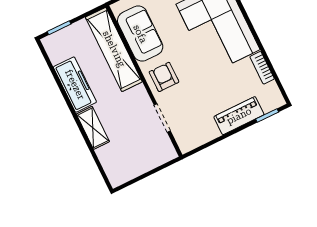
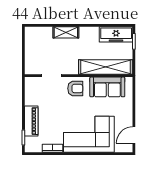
freezer: (75, 85) -> (116, 34), moved

